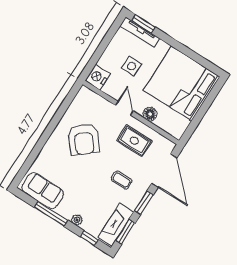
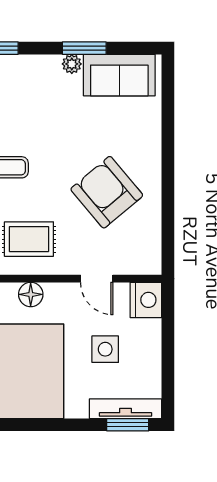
door: (124, 108) -> (97, 279), moved
window: (51, 214) -> (84, 48), width x0.69
plant: (77, 220) -> (72, 64), moved

